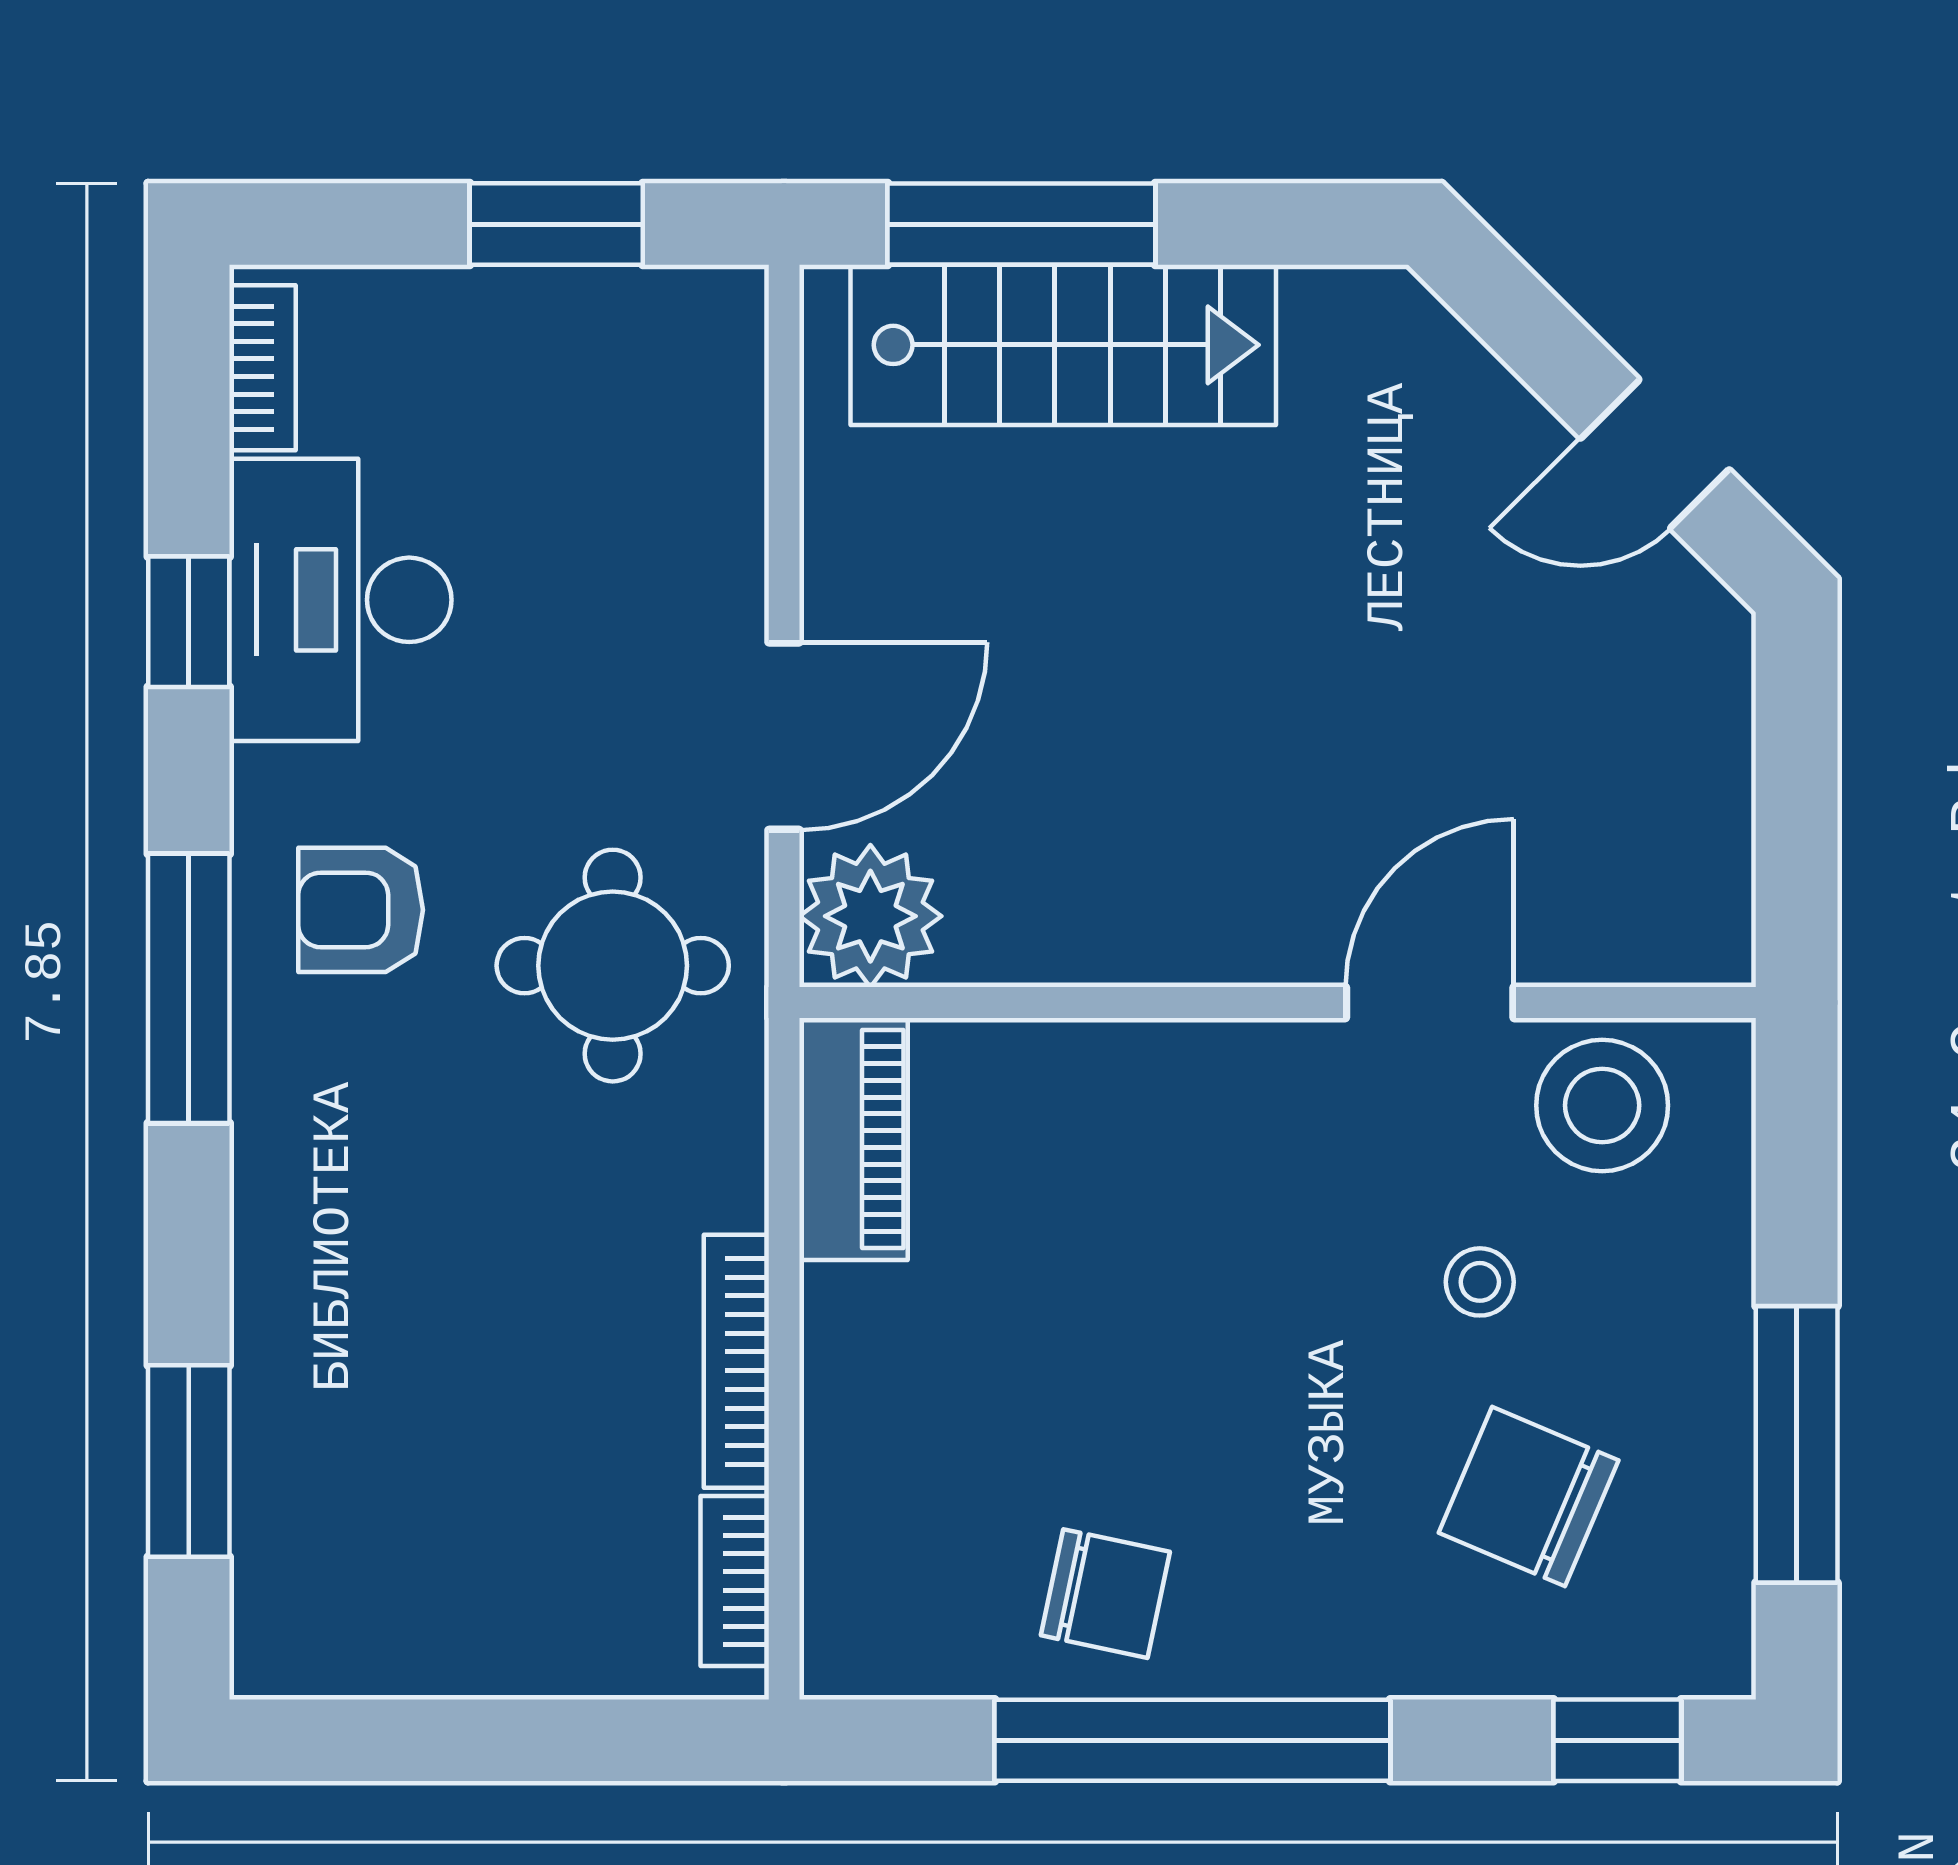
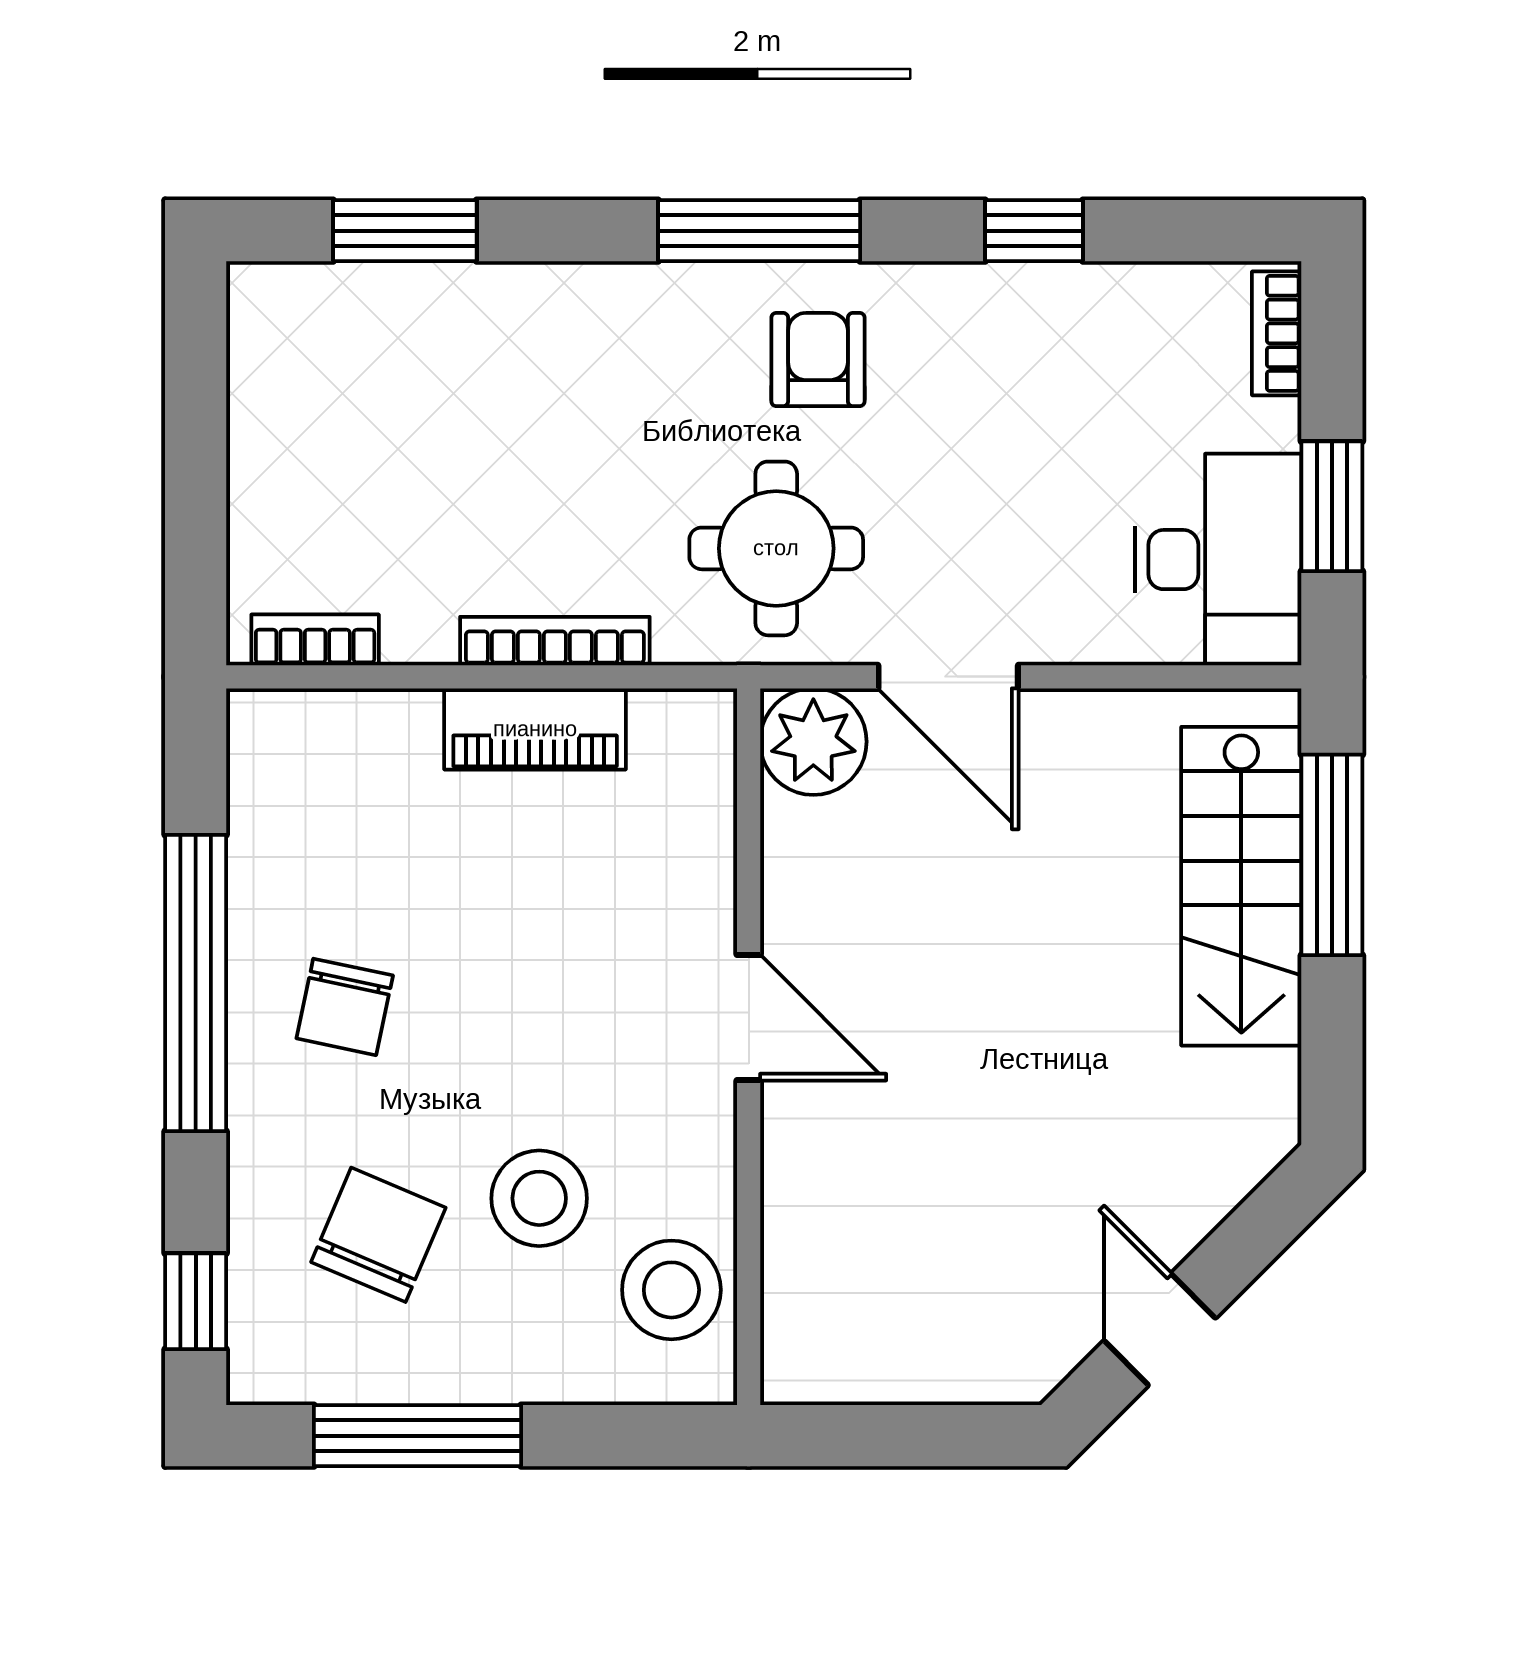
bookcase: (262, 368) -> (1277, 333), moved, turned 90
desk: (340, 600) -> (1218, 560), moved, turned 90
door: (1430, 1002) -> (749, 1017), moved
piano: (853, 1139) -> (535, 729), moved
stool: (1480, 1282) -> (539, 1198), width x1.89, depth x1.89
bookcase: (736, 1361) -> (555, 641), moved
chair: (1105, 1594) -> (345, 1007), moved

